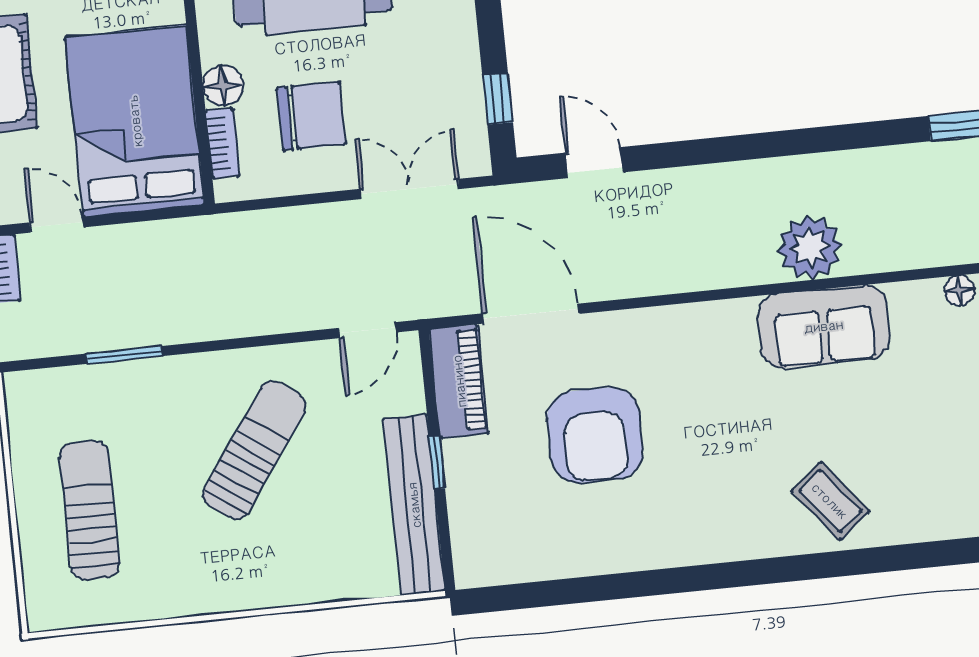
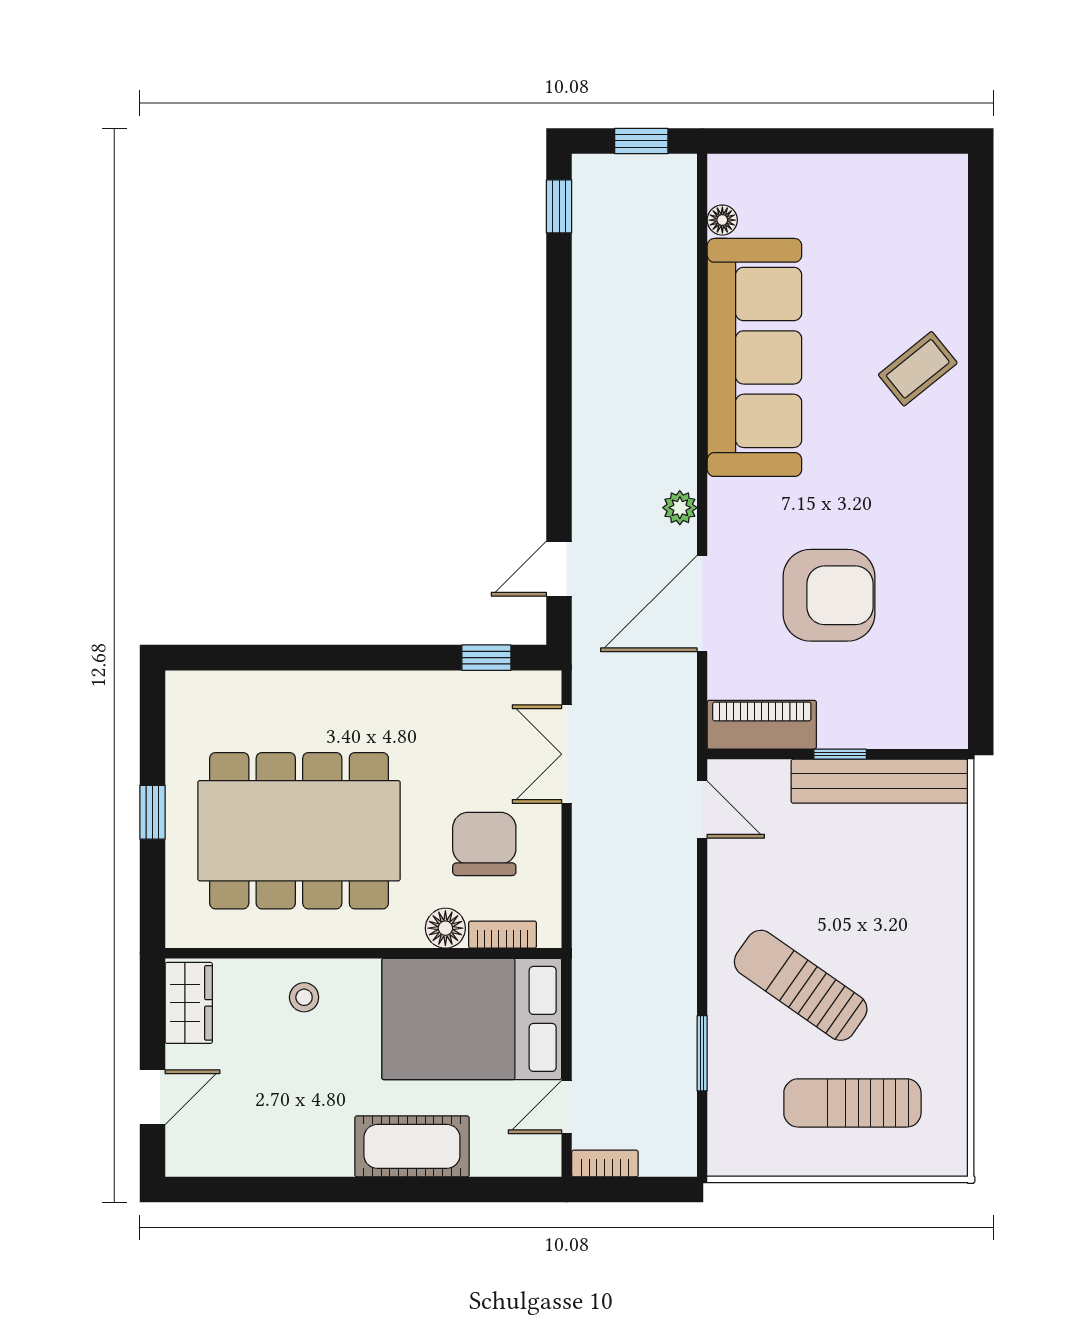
plant: (810, 247) -> (680, 508), moved, width x0.53, depth x0.53
door: (531, 314) -> (702, 604), moved
sofa: (824, 326) -> (754, 357), width x1.85, depth x1.27
sun lounger: (254, 450) -> (801, 985), moved

